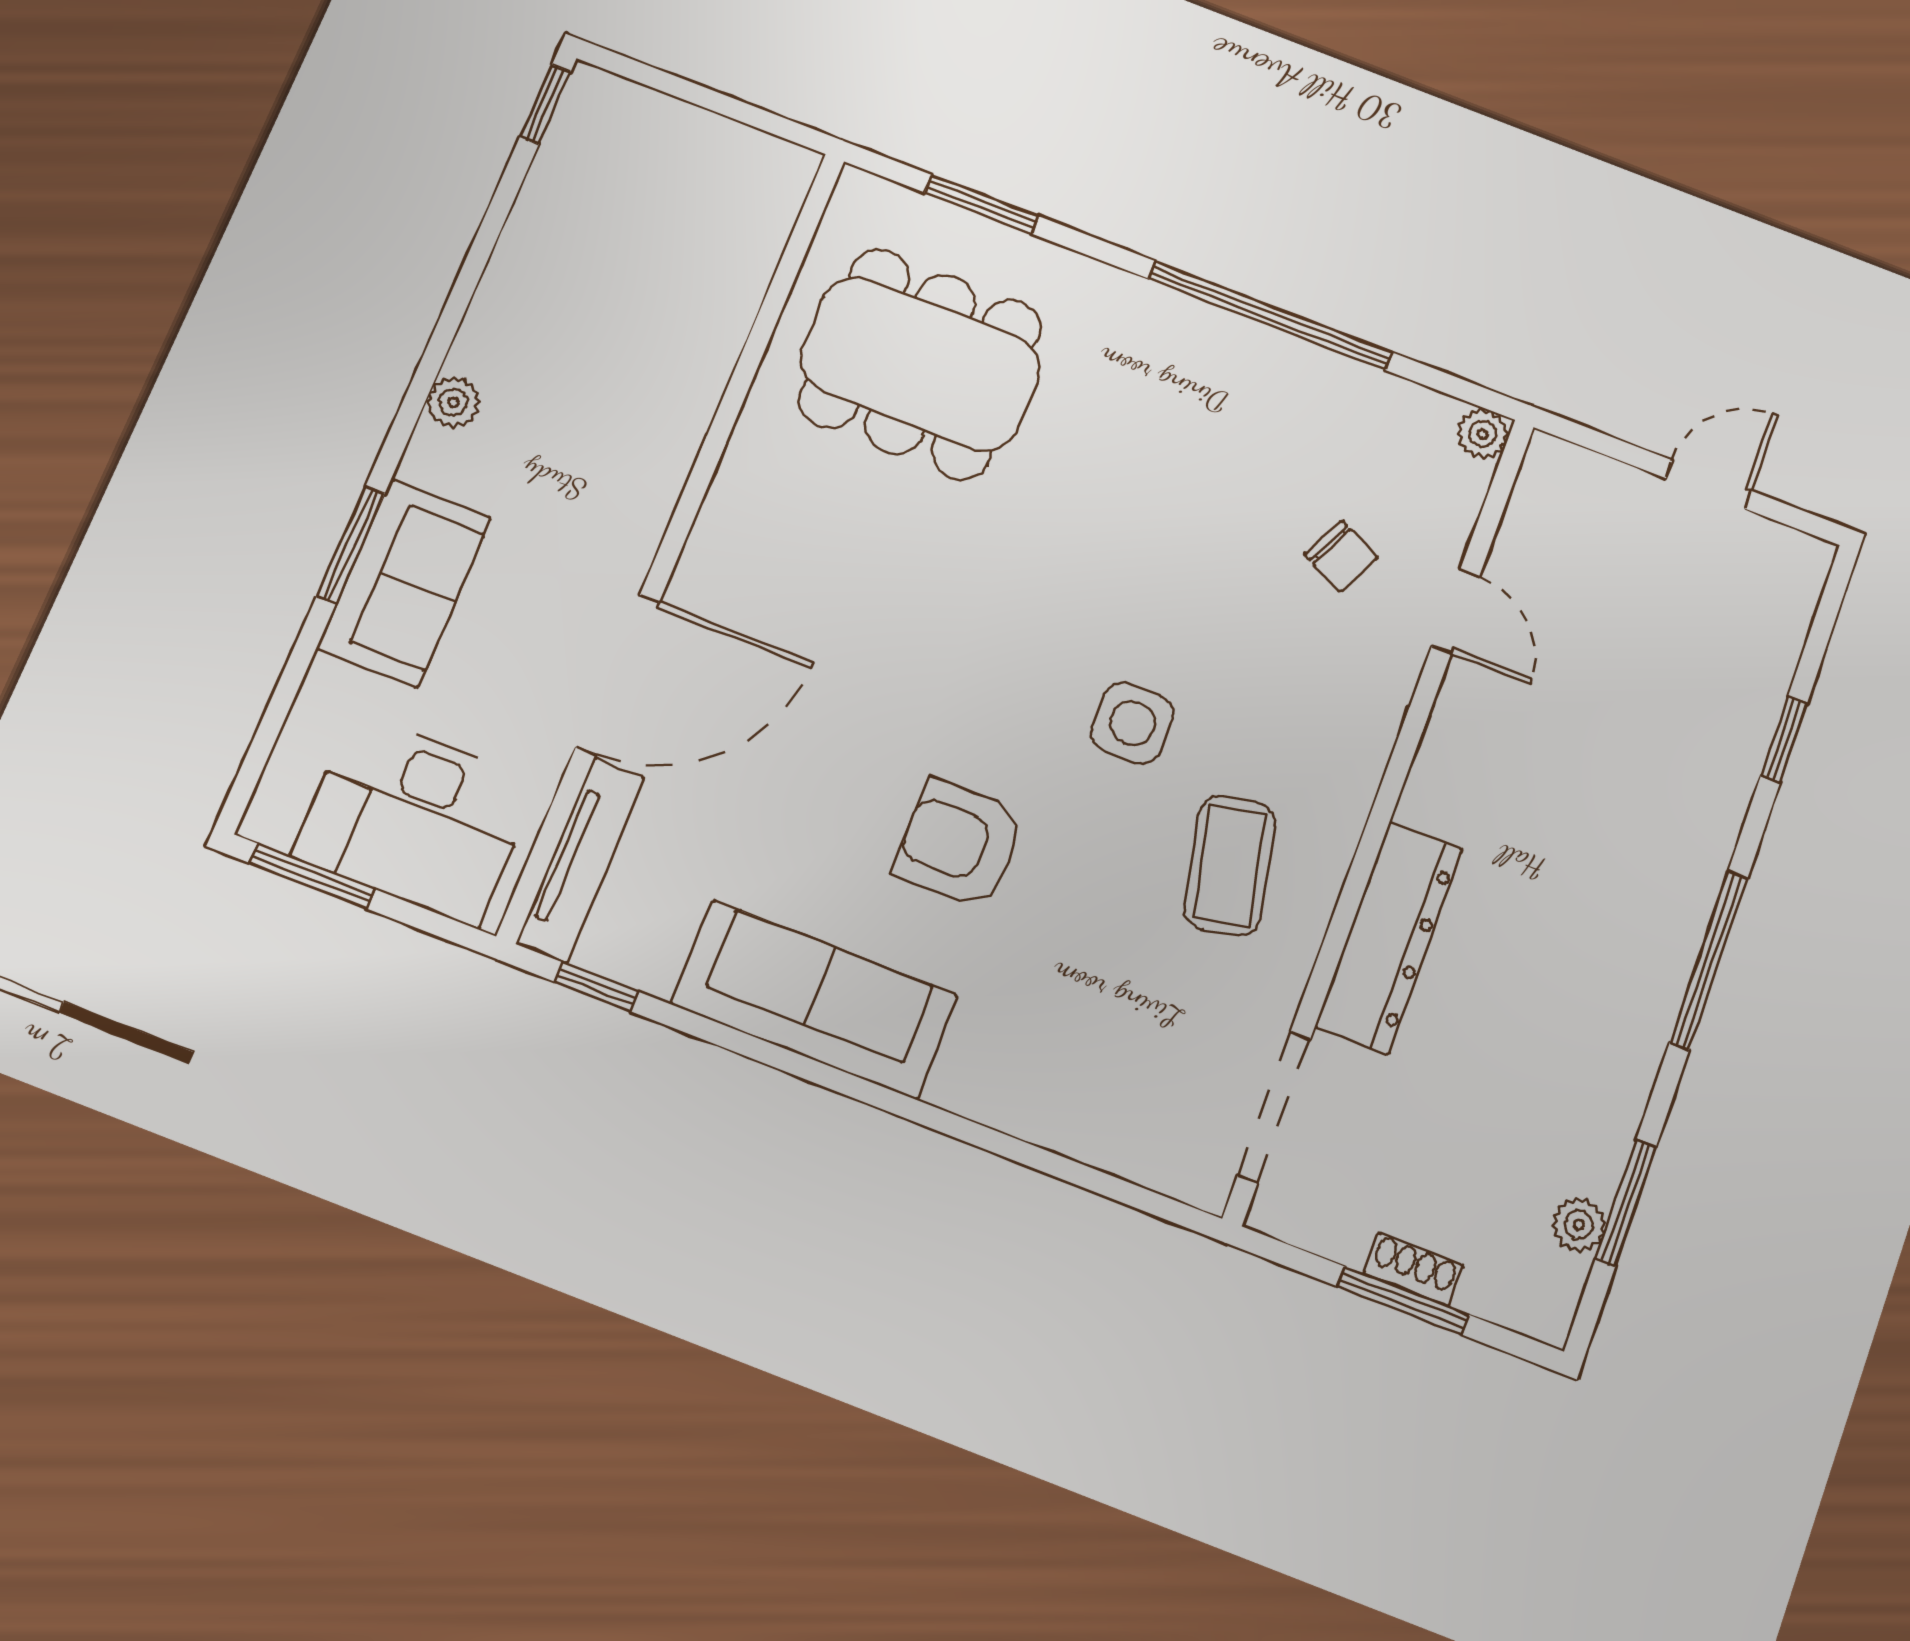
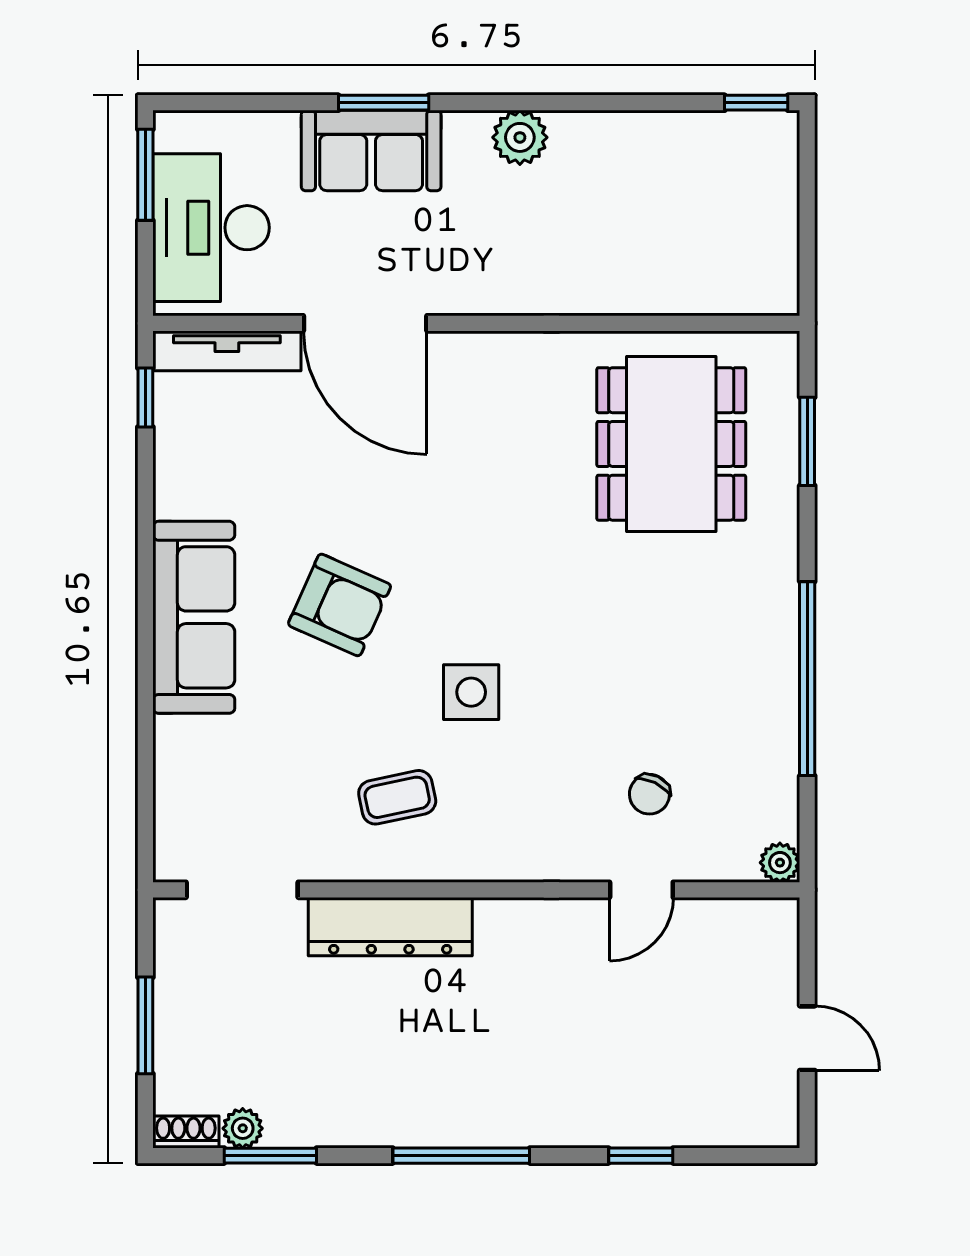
plant: (453, 402) -> (520, 137), width x1.38, depth x1.38
armchair: (959, 844) -> (340, 605), turned 114
coffee table: (1229, 866) -> (397, 797), width x0.73, depth x0.77
sofa: (814, 1000) -> (194, 617), moved
shoe rack: (1413, 1269) -> (186, 1132), moved, turned -90

